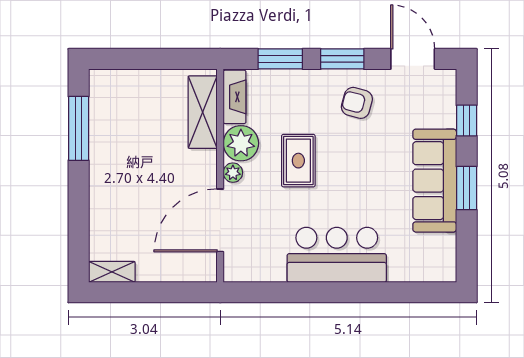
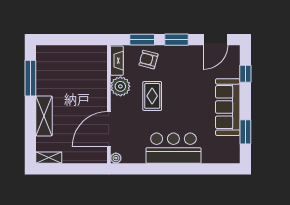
door: (413, 59) -> (216, 40), swing flipped
armchair: (357, 103) -> (148, 60), moved
shelving: (203, 112) -> (44, 116), moved
plant: (233, 173) -> (116, 158), moved
window: (467, 188) -> (245, 132), moved

